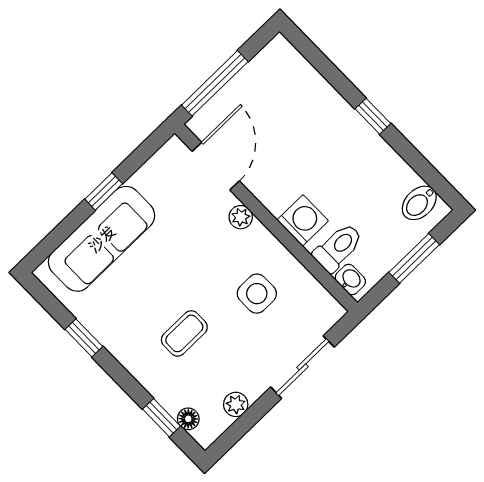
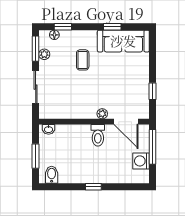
window: (104, 191) -> (153, 91), moved
washing machine: (303, 220) -> (141, 161), moved, turned 90
sofa: (102, 239) -> (123, 41), moved, turned -90
toilet: (338, 248) -> (98, 135), moved
side table: (257, 294) -> (73, 95), removed
window: (240, 428) -> (36, 49), added

